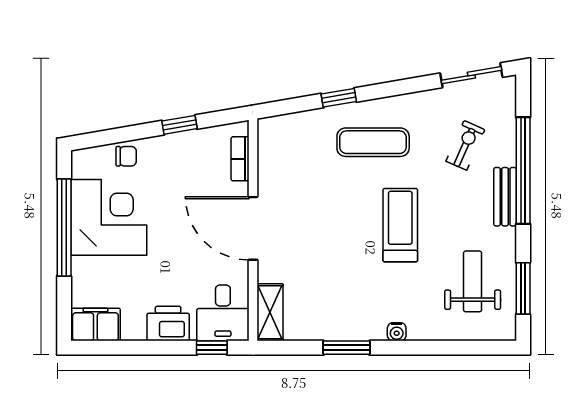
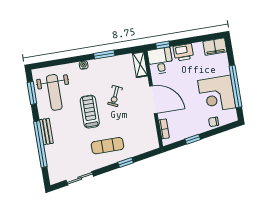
sliding door: (471, 75) -> (80, 178), moved
exercise bike: (465, 145) -> (115, 96), moved
treadmill: (400, 225) -> (90, 112), turned 180
weight bench: (473, 281) -> (54, 92), width x1.36, depth x1.33

